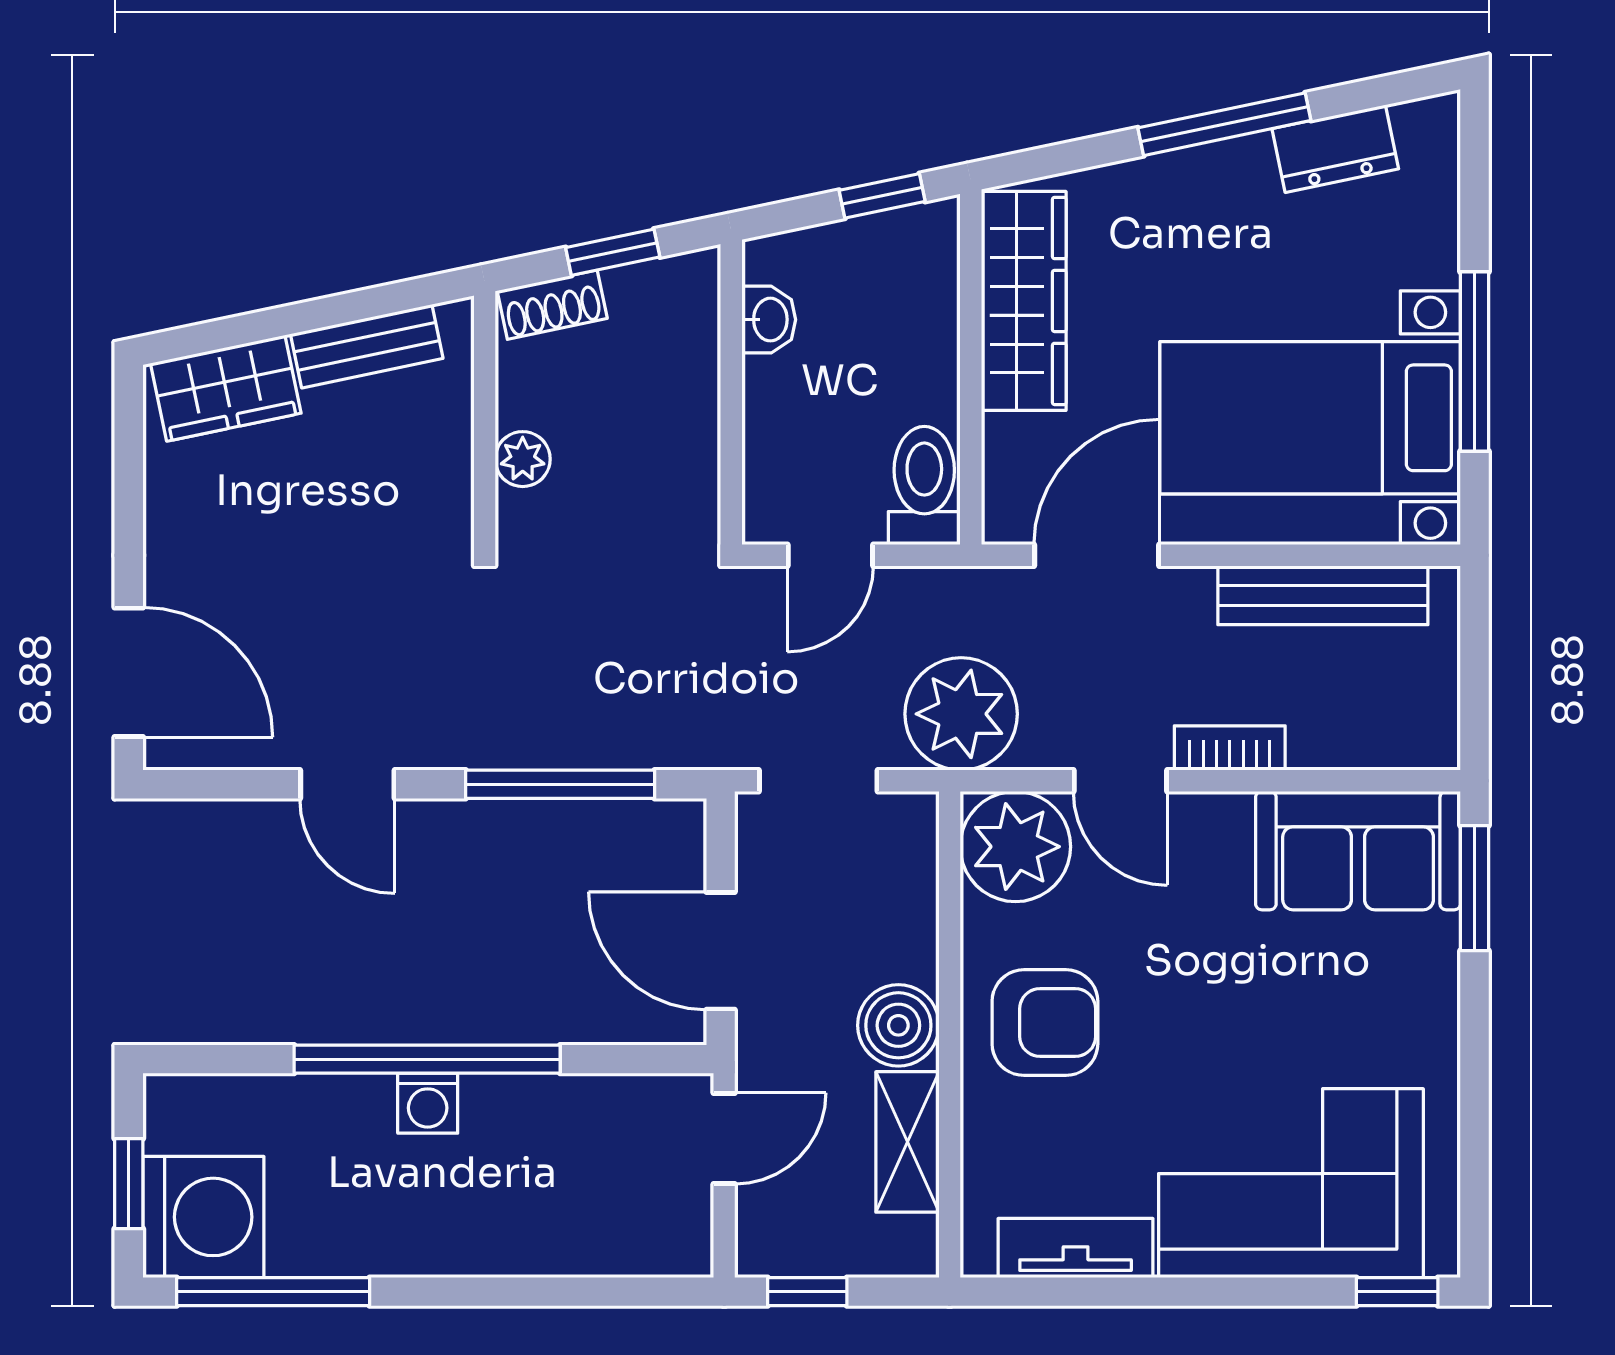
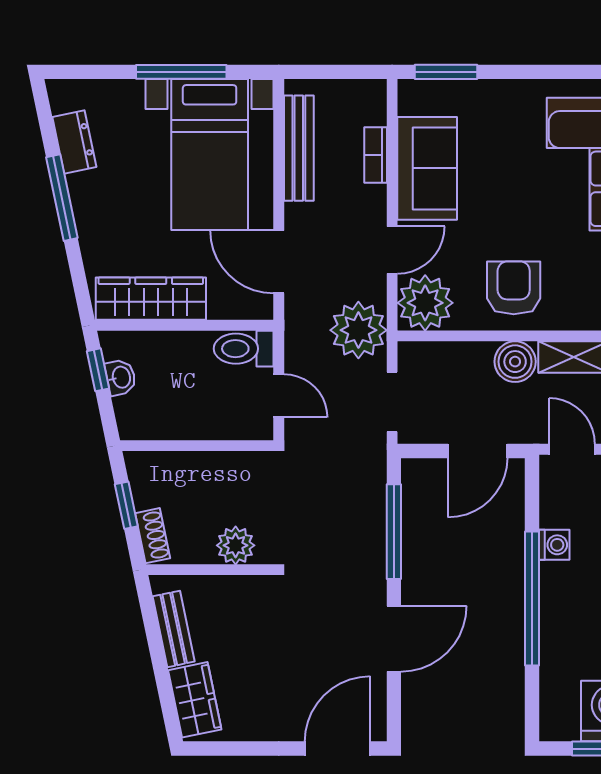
washbasin: (769, 320) -> (121, 377), moved, turned 78
plant: (523, 459) -> (236, 545), width x1.38, depth x1.38
bookcase: (1230, 748) -> (376, 155), moved
door: (347, 784) -> (394, 639), width x1.38
sofa: (1358, 851) -> (427, 168), moved
washing machine: (428, 1103) -> (554, 545), moved

